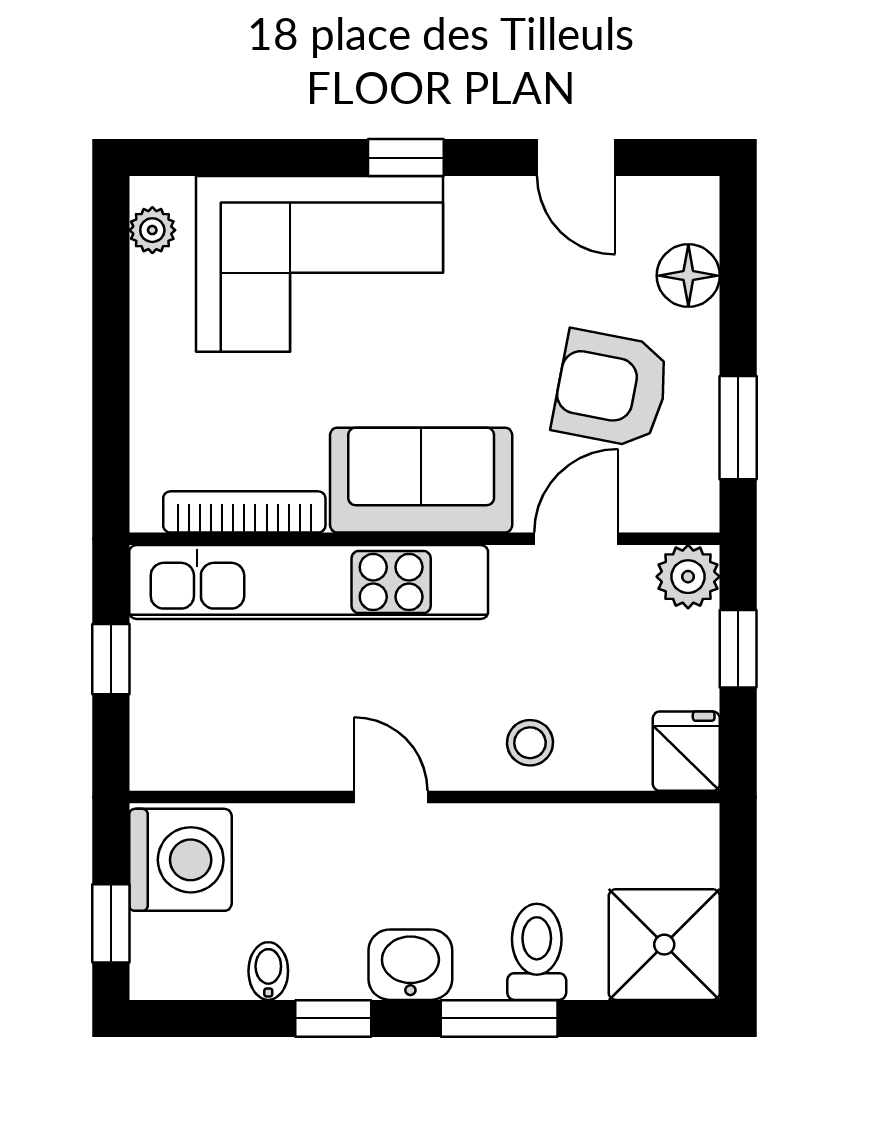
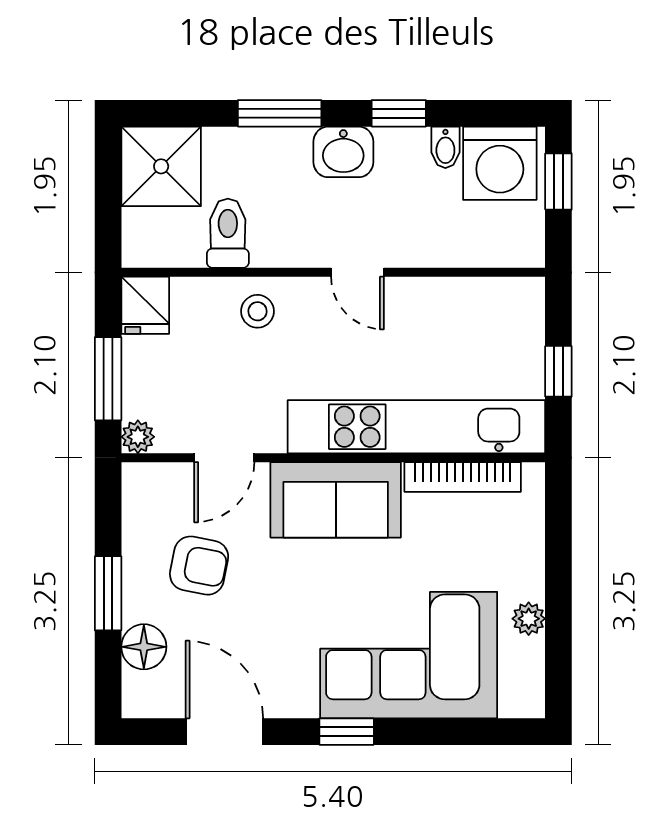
door: (576, 158) -> (224, 732), width x1.38
plant: (152, 230) -> (529, 619), moved
armchair: (611, 389) -> (199, 566), width x0.72, depth x0.72
window: (738, 428) -> (108, 593), moved
plant: (688, 577) -> (138, 437), width x0.73, depth x0.73
window: (738, 649) -> (108, 379), width x1.50
washing machine: (180, 860) -> (500, 163), moved, turned -90
toilet: (537, 952) -> (228, 233), moved, turned 180

